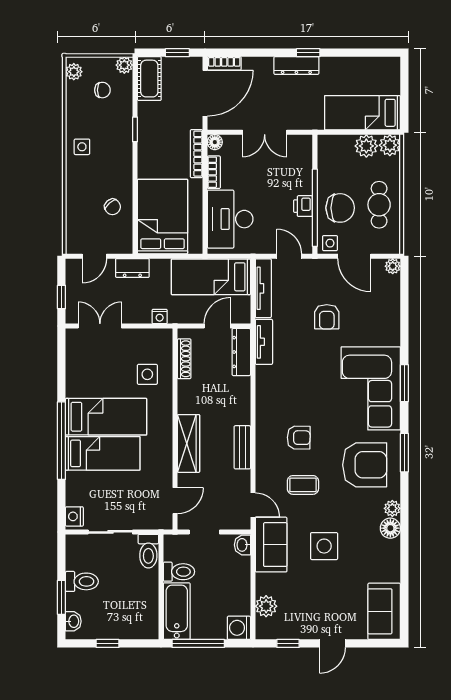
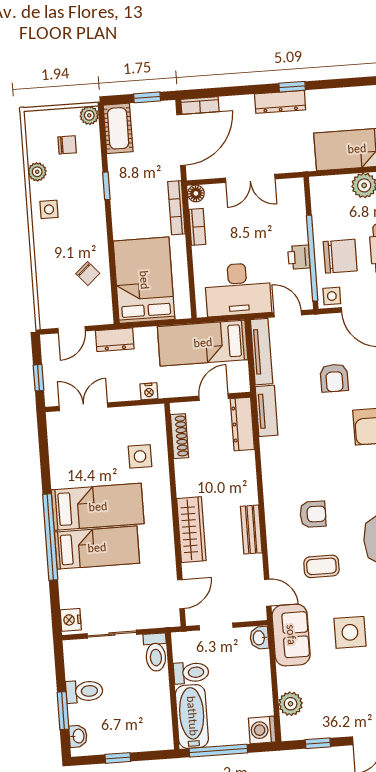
plant: (74, 72) -> (37, 172), moved
desk: (230, 219) -> (238, 289), moved, turned -90

